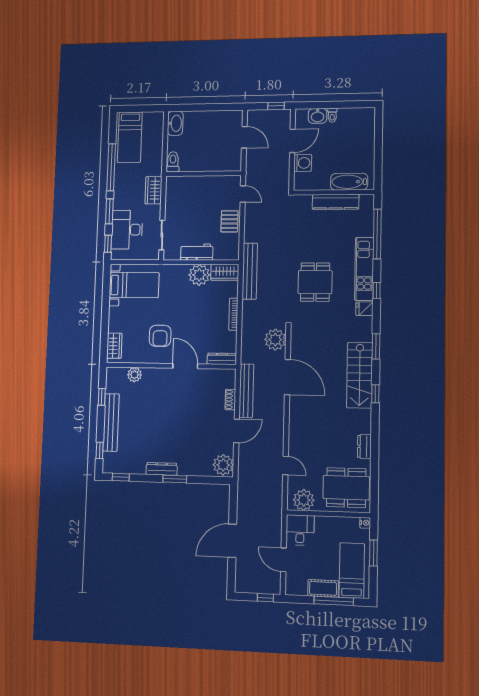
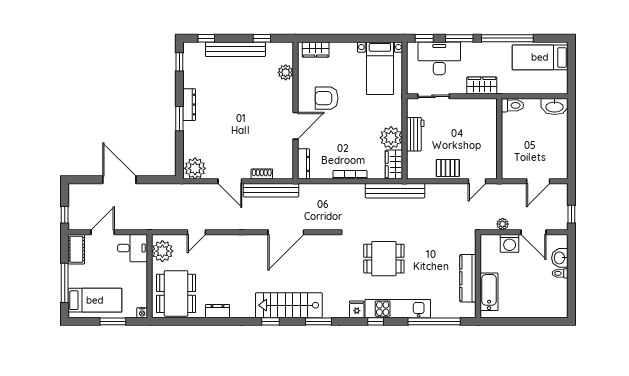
plant: (275, 340) -> (503, 224), moved, width x0.53, depth x0.53
cot: (323, 588) -> (76, 249), moved

